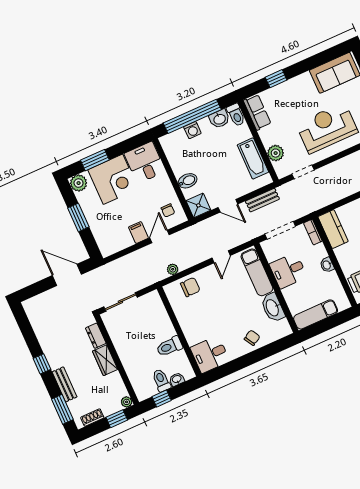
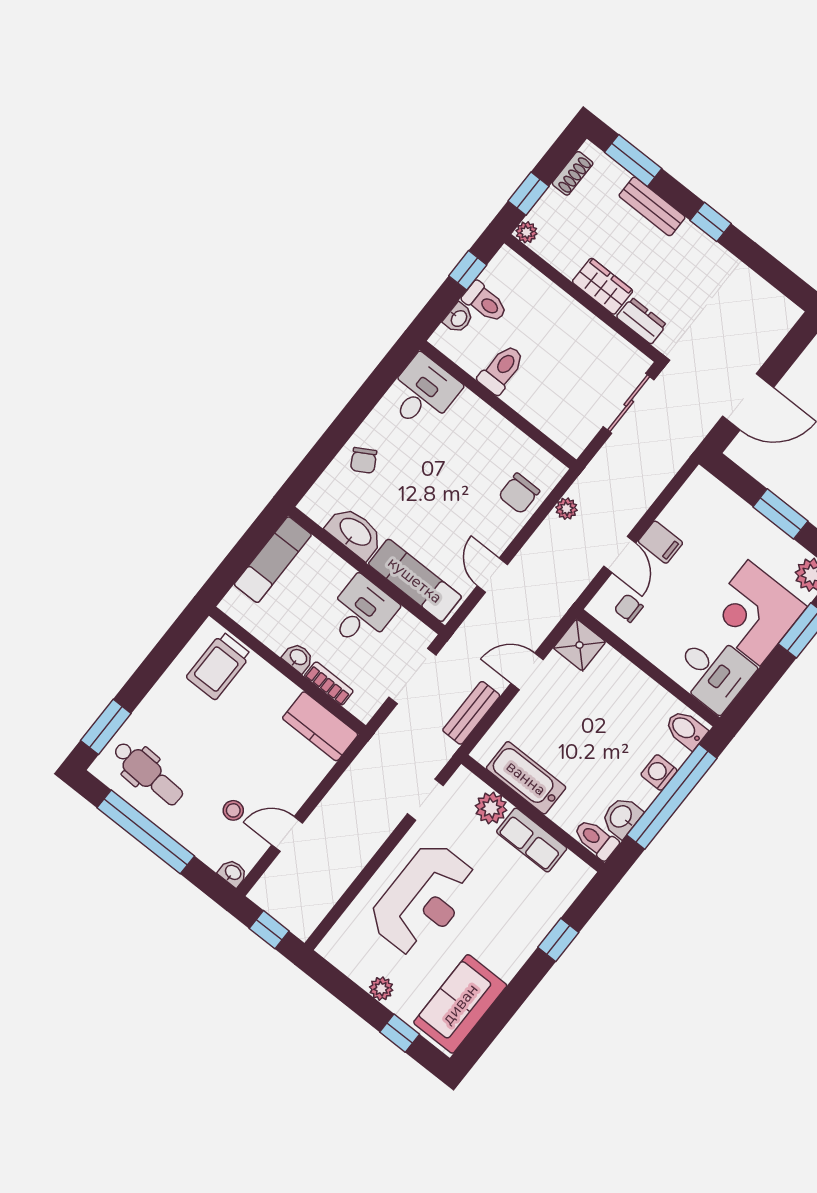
row of seats: (257, 112) -> (532, 840), moved
bidet: (188, 181) -> (686, 729), moved, turned 90
bookcase: (313, 232) -> (329, 683), moved

